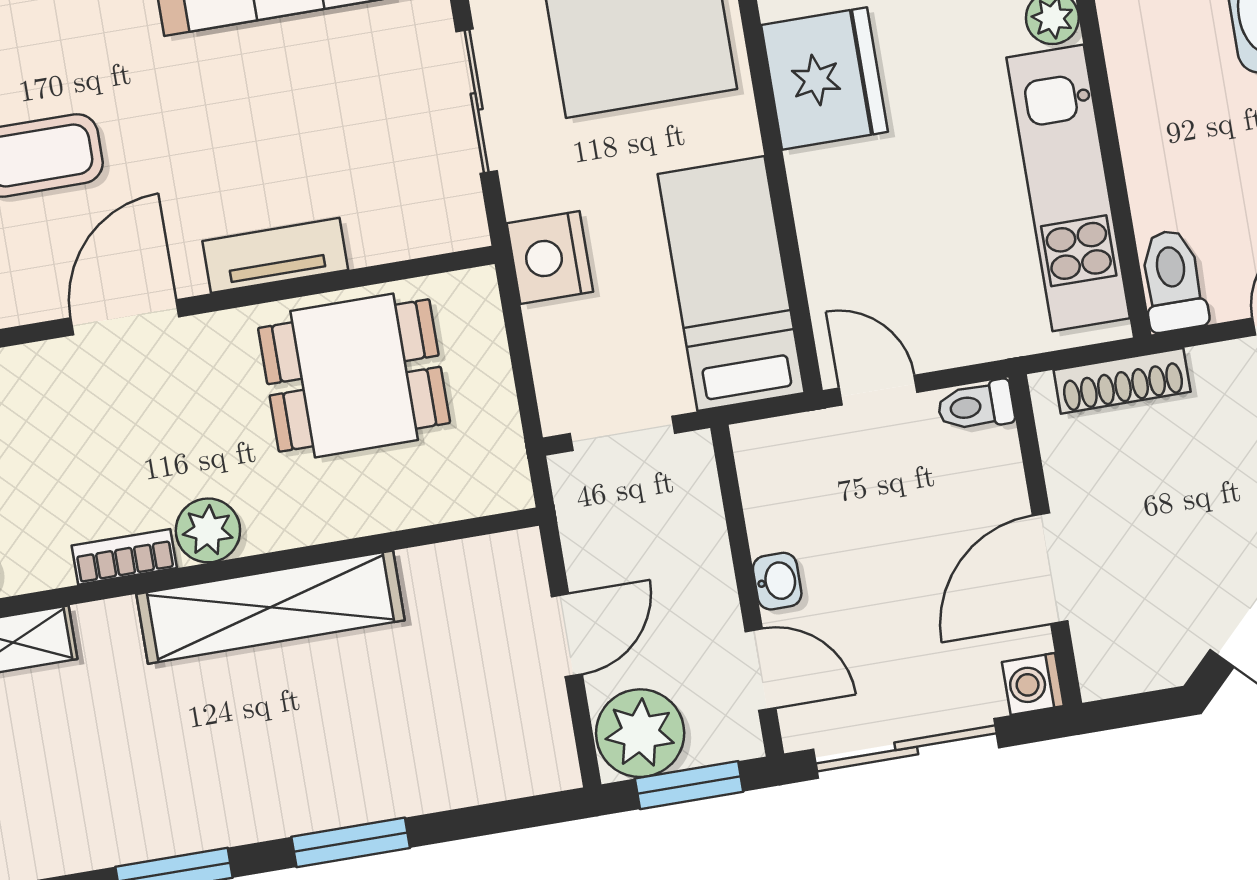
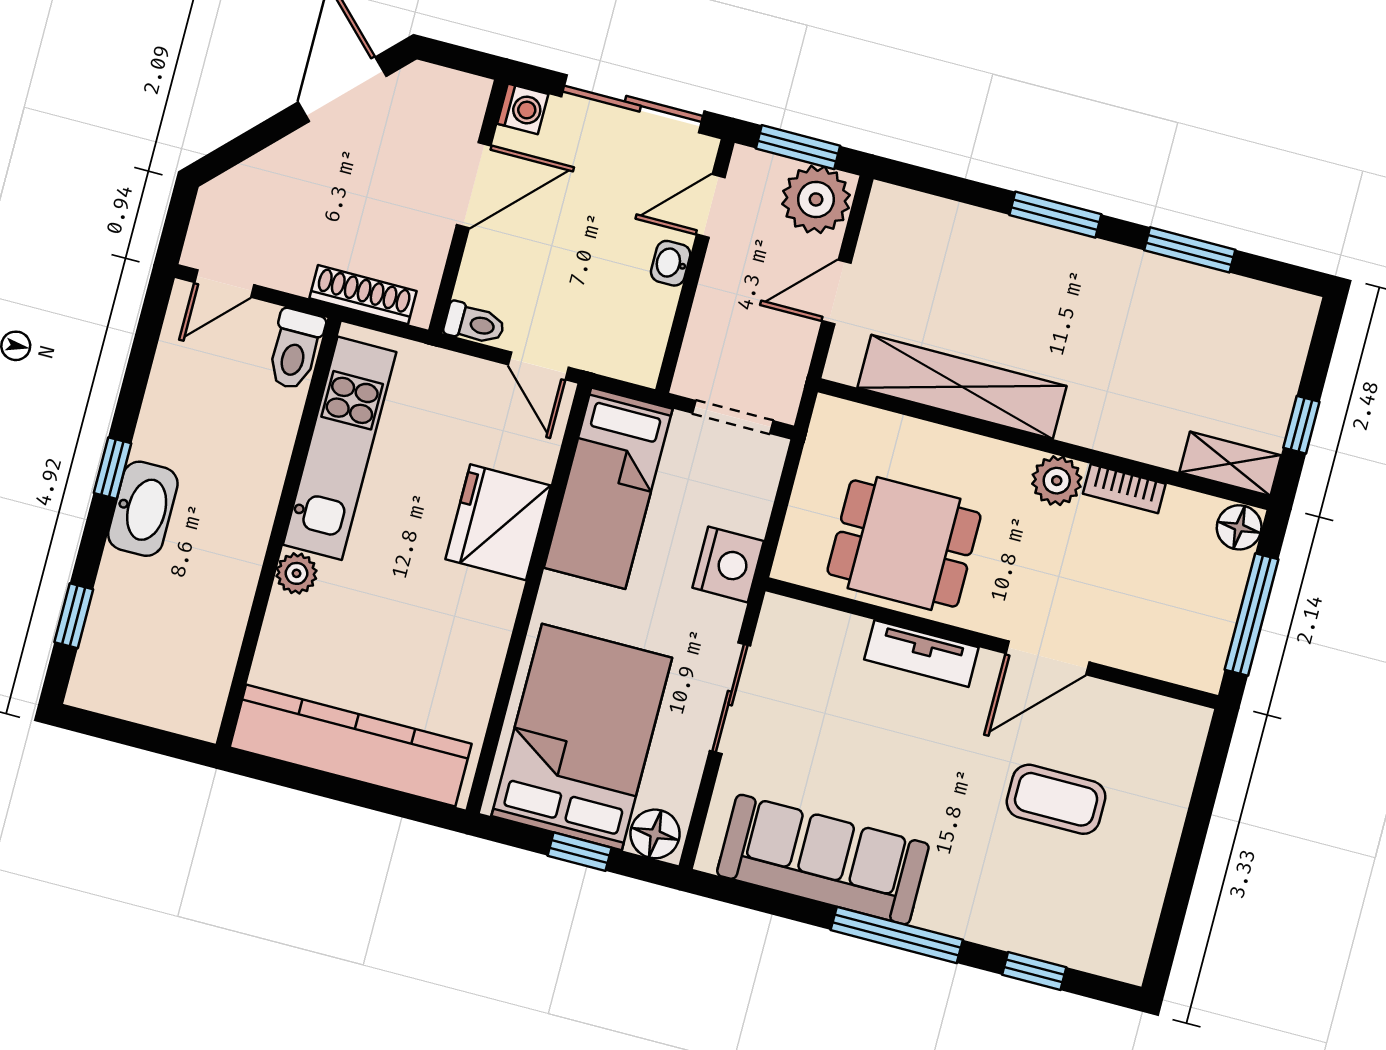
fridge: (824, 78) -> (498, 522), moved
shelving: (270, 607) -> (962, 387), moved
door: (760, 670) -> (711, 206), hinge flipped

